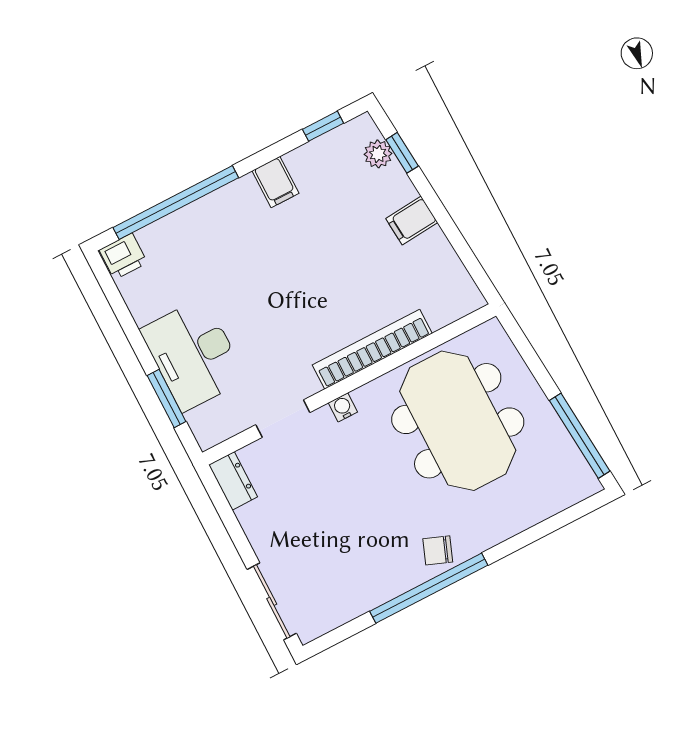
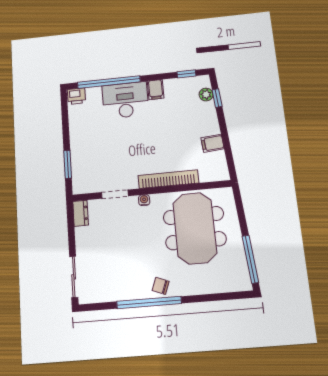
filing cabinet: (412, 220) -> (212, 143), moved
desk: (193, 354) -> (125, 100), moved, turned 90

